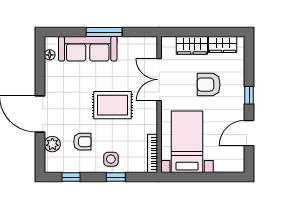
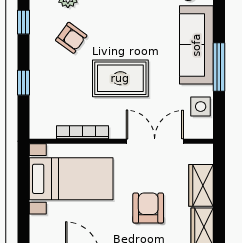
rug: (112, 105) -> (120, 78), turned 90
armchair: (82, 142) -> (71, 38), turned -54
bookcase: (152, 153) -> (83, 132), moved
side table: (111, 159) -> (201, 107), moved

